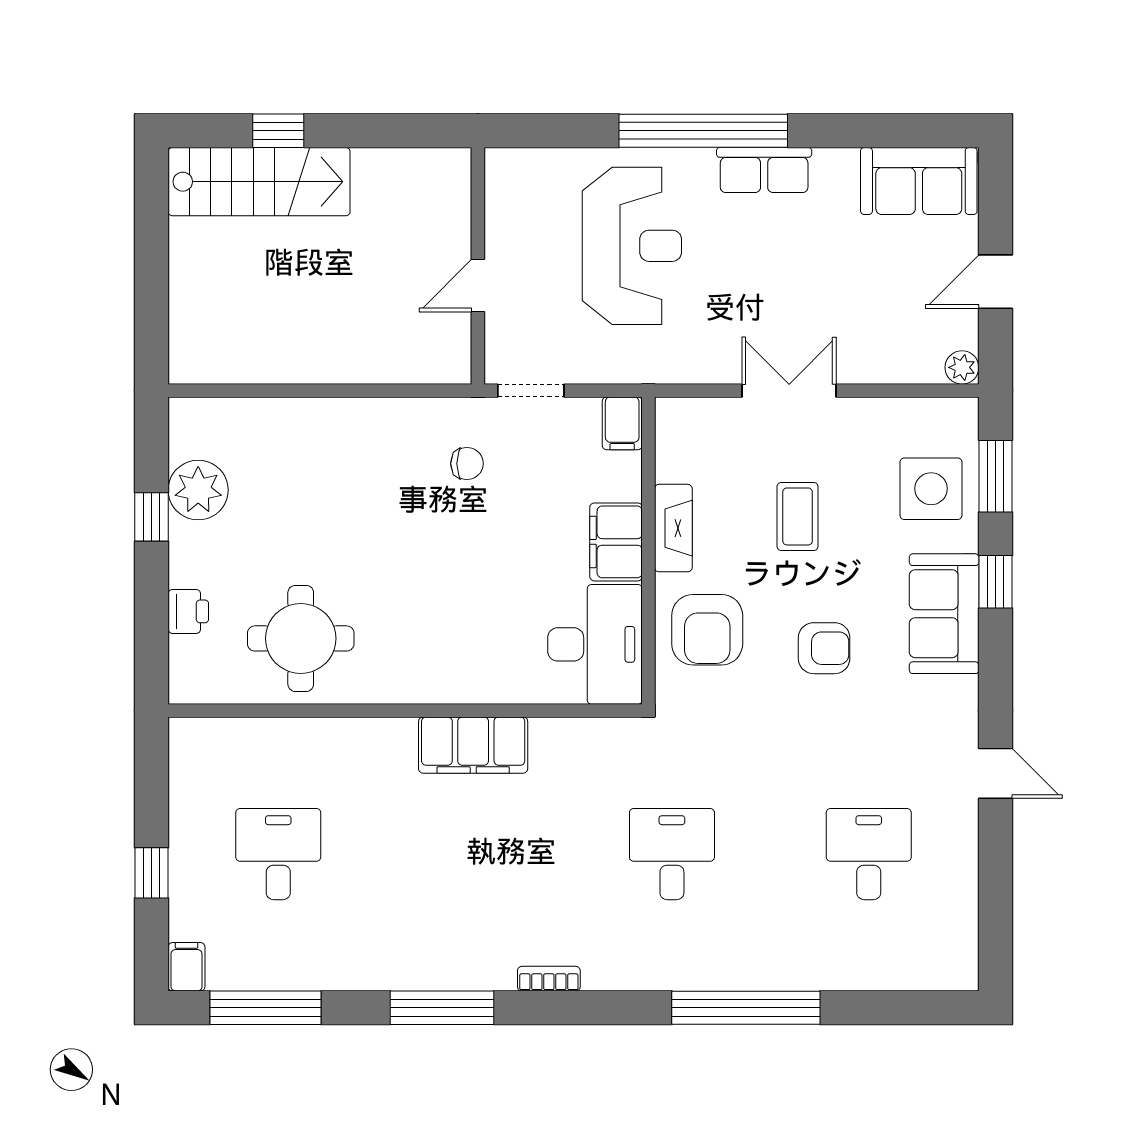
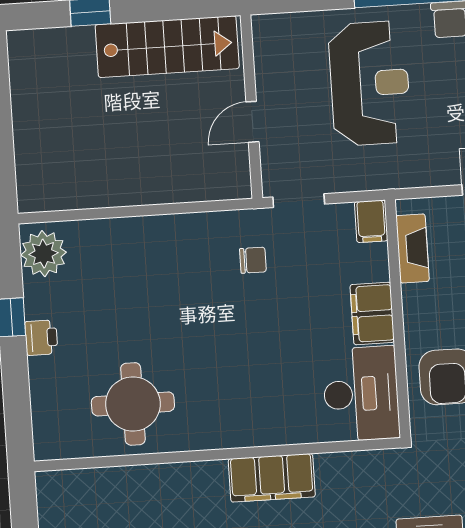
stairs: (259, 182) -> (167, 47), moved
plant: (198, 490) -> (43, 254), moved
fireplace: (673, 528) -> (413, 248), moved
printer: (188, 611) -> (41, 338), moved

